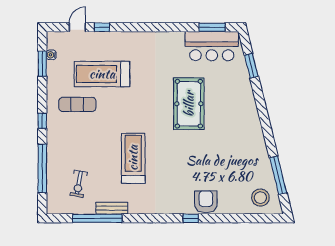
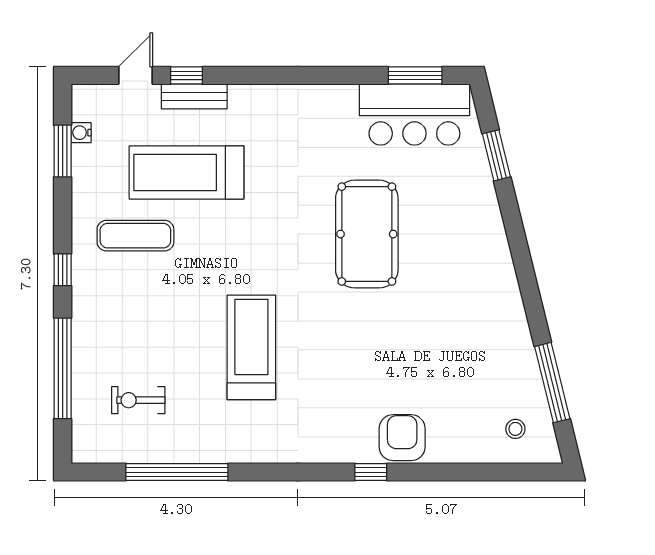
exercise bike: (79, 184) -> (138, 400), turned 80
stool: (260, 198) -> (515, 429), width x0.53, depth x0.53
bench: (112, 208) -> (194, 96), moved

